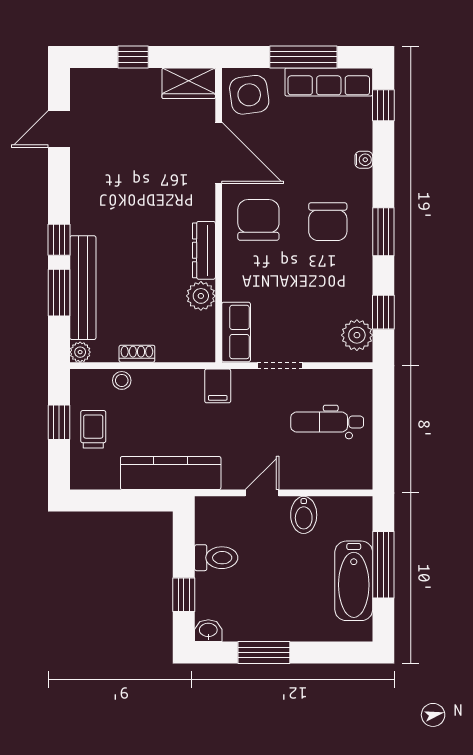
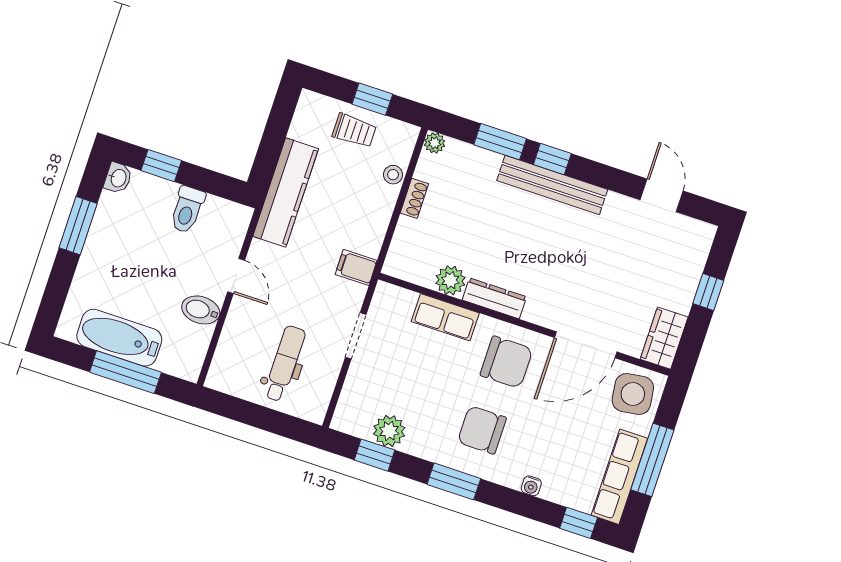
bench: (83, 288) -> (552, 185), moved
row of seats: (236, 332) -> (445, 317), moved
plant: (357, 335) -> (389, 431), moved

